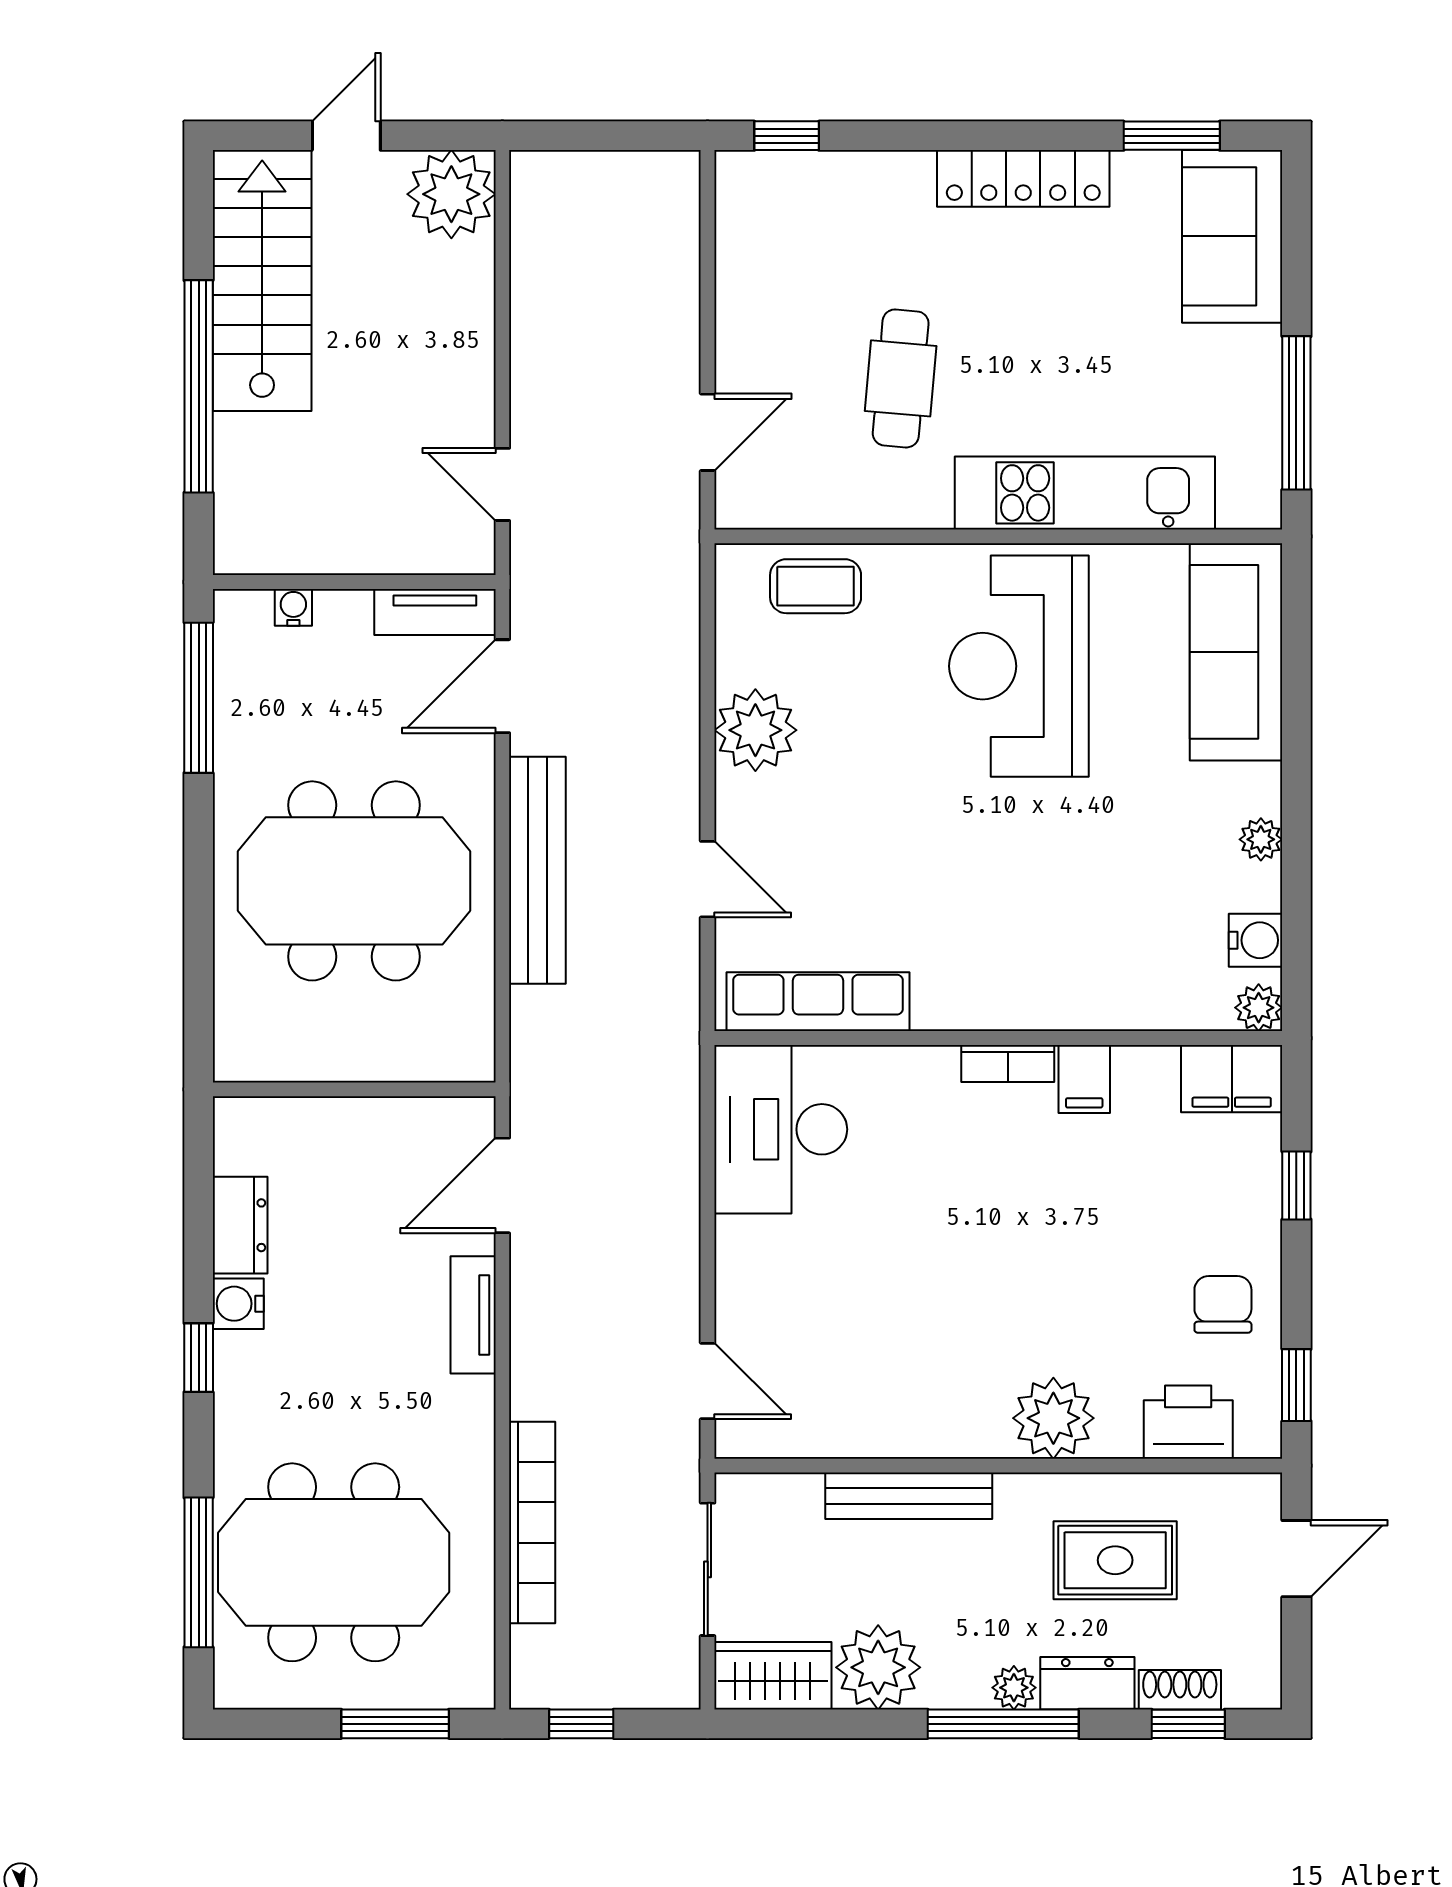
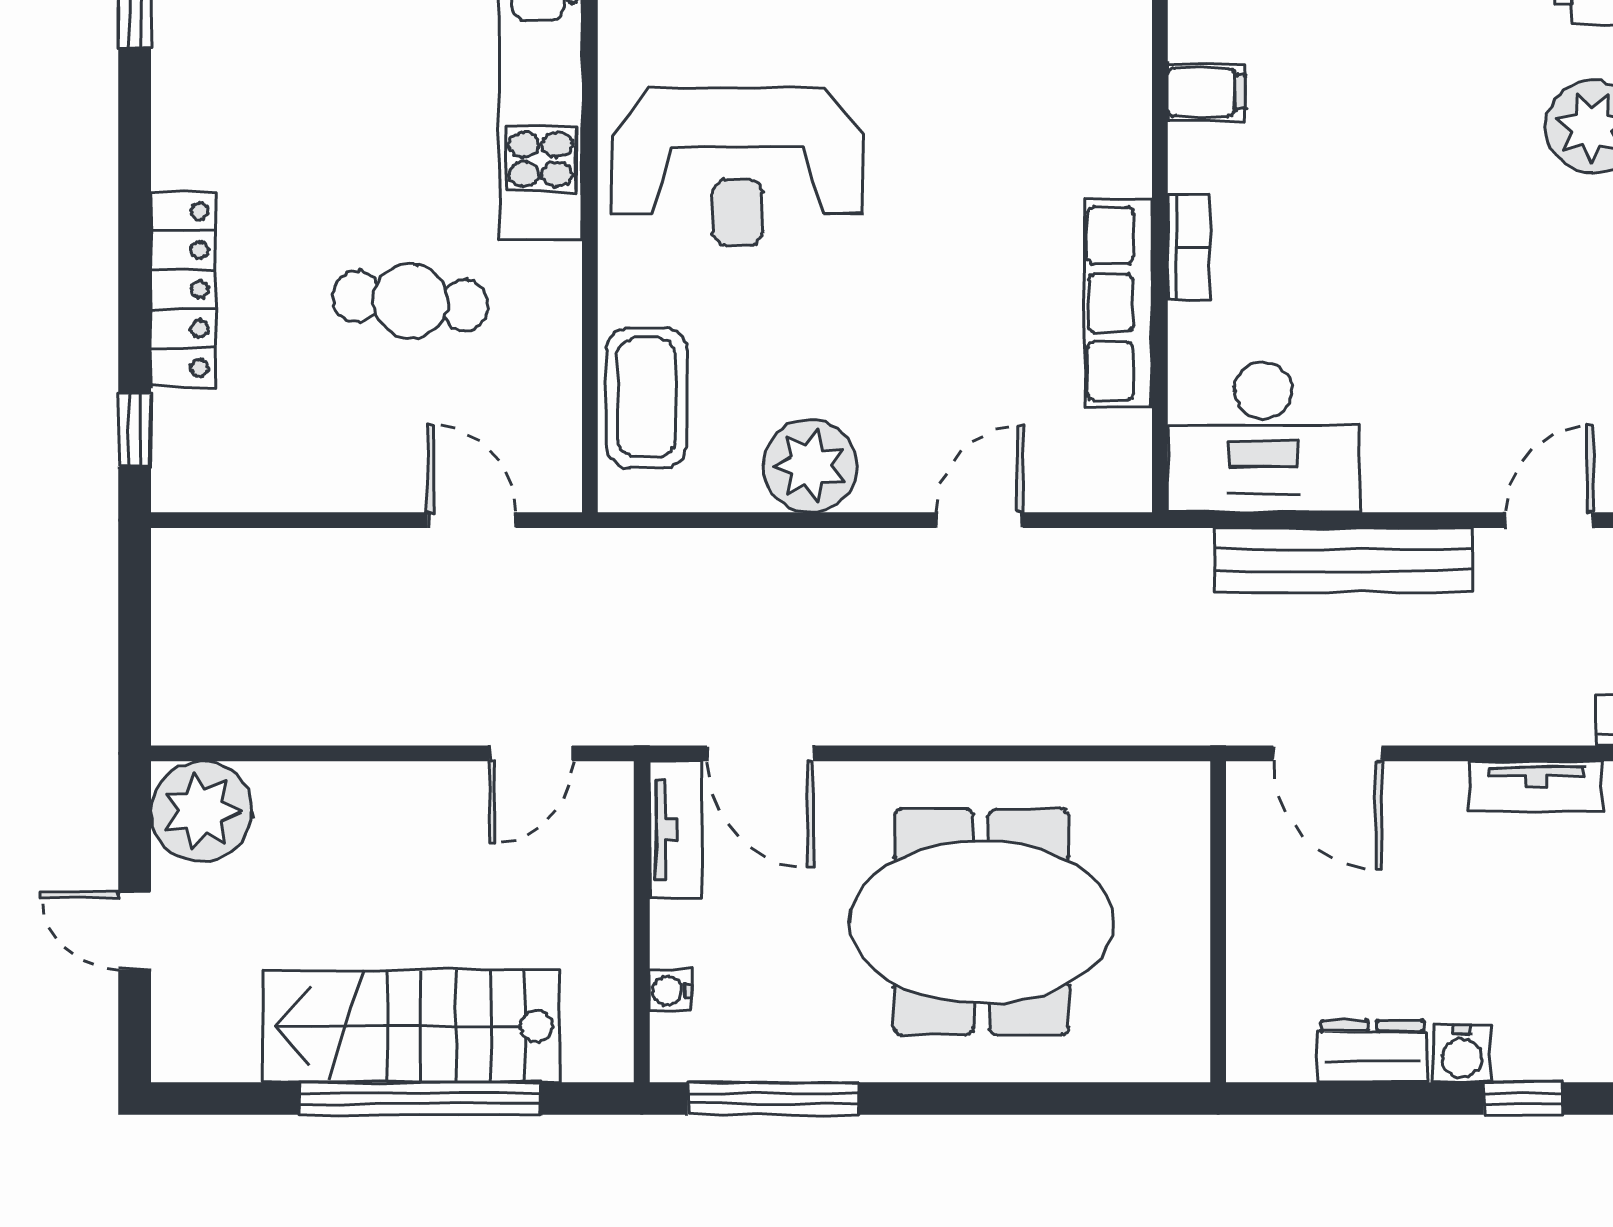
locker: (1023, 178) -> (183, 290), moved
stairs: (262, 281) -> (411, 1026), moved
coffee table: (816, 586) -> (647, 398), width x1.36, depth x1.30
bench: (537, 870) -> (1344, 560), moved
meeting table: (354, 881) -> (981, 922), turned 90
row of seats: (818, 1002) -> (1119, 303), moved
bookcase: (1008, 1063) -> (1189, 247), moved
tv unit: (473, 1315) -> (1536, 787), moved

